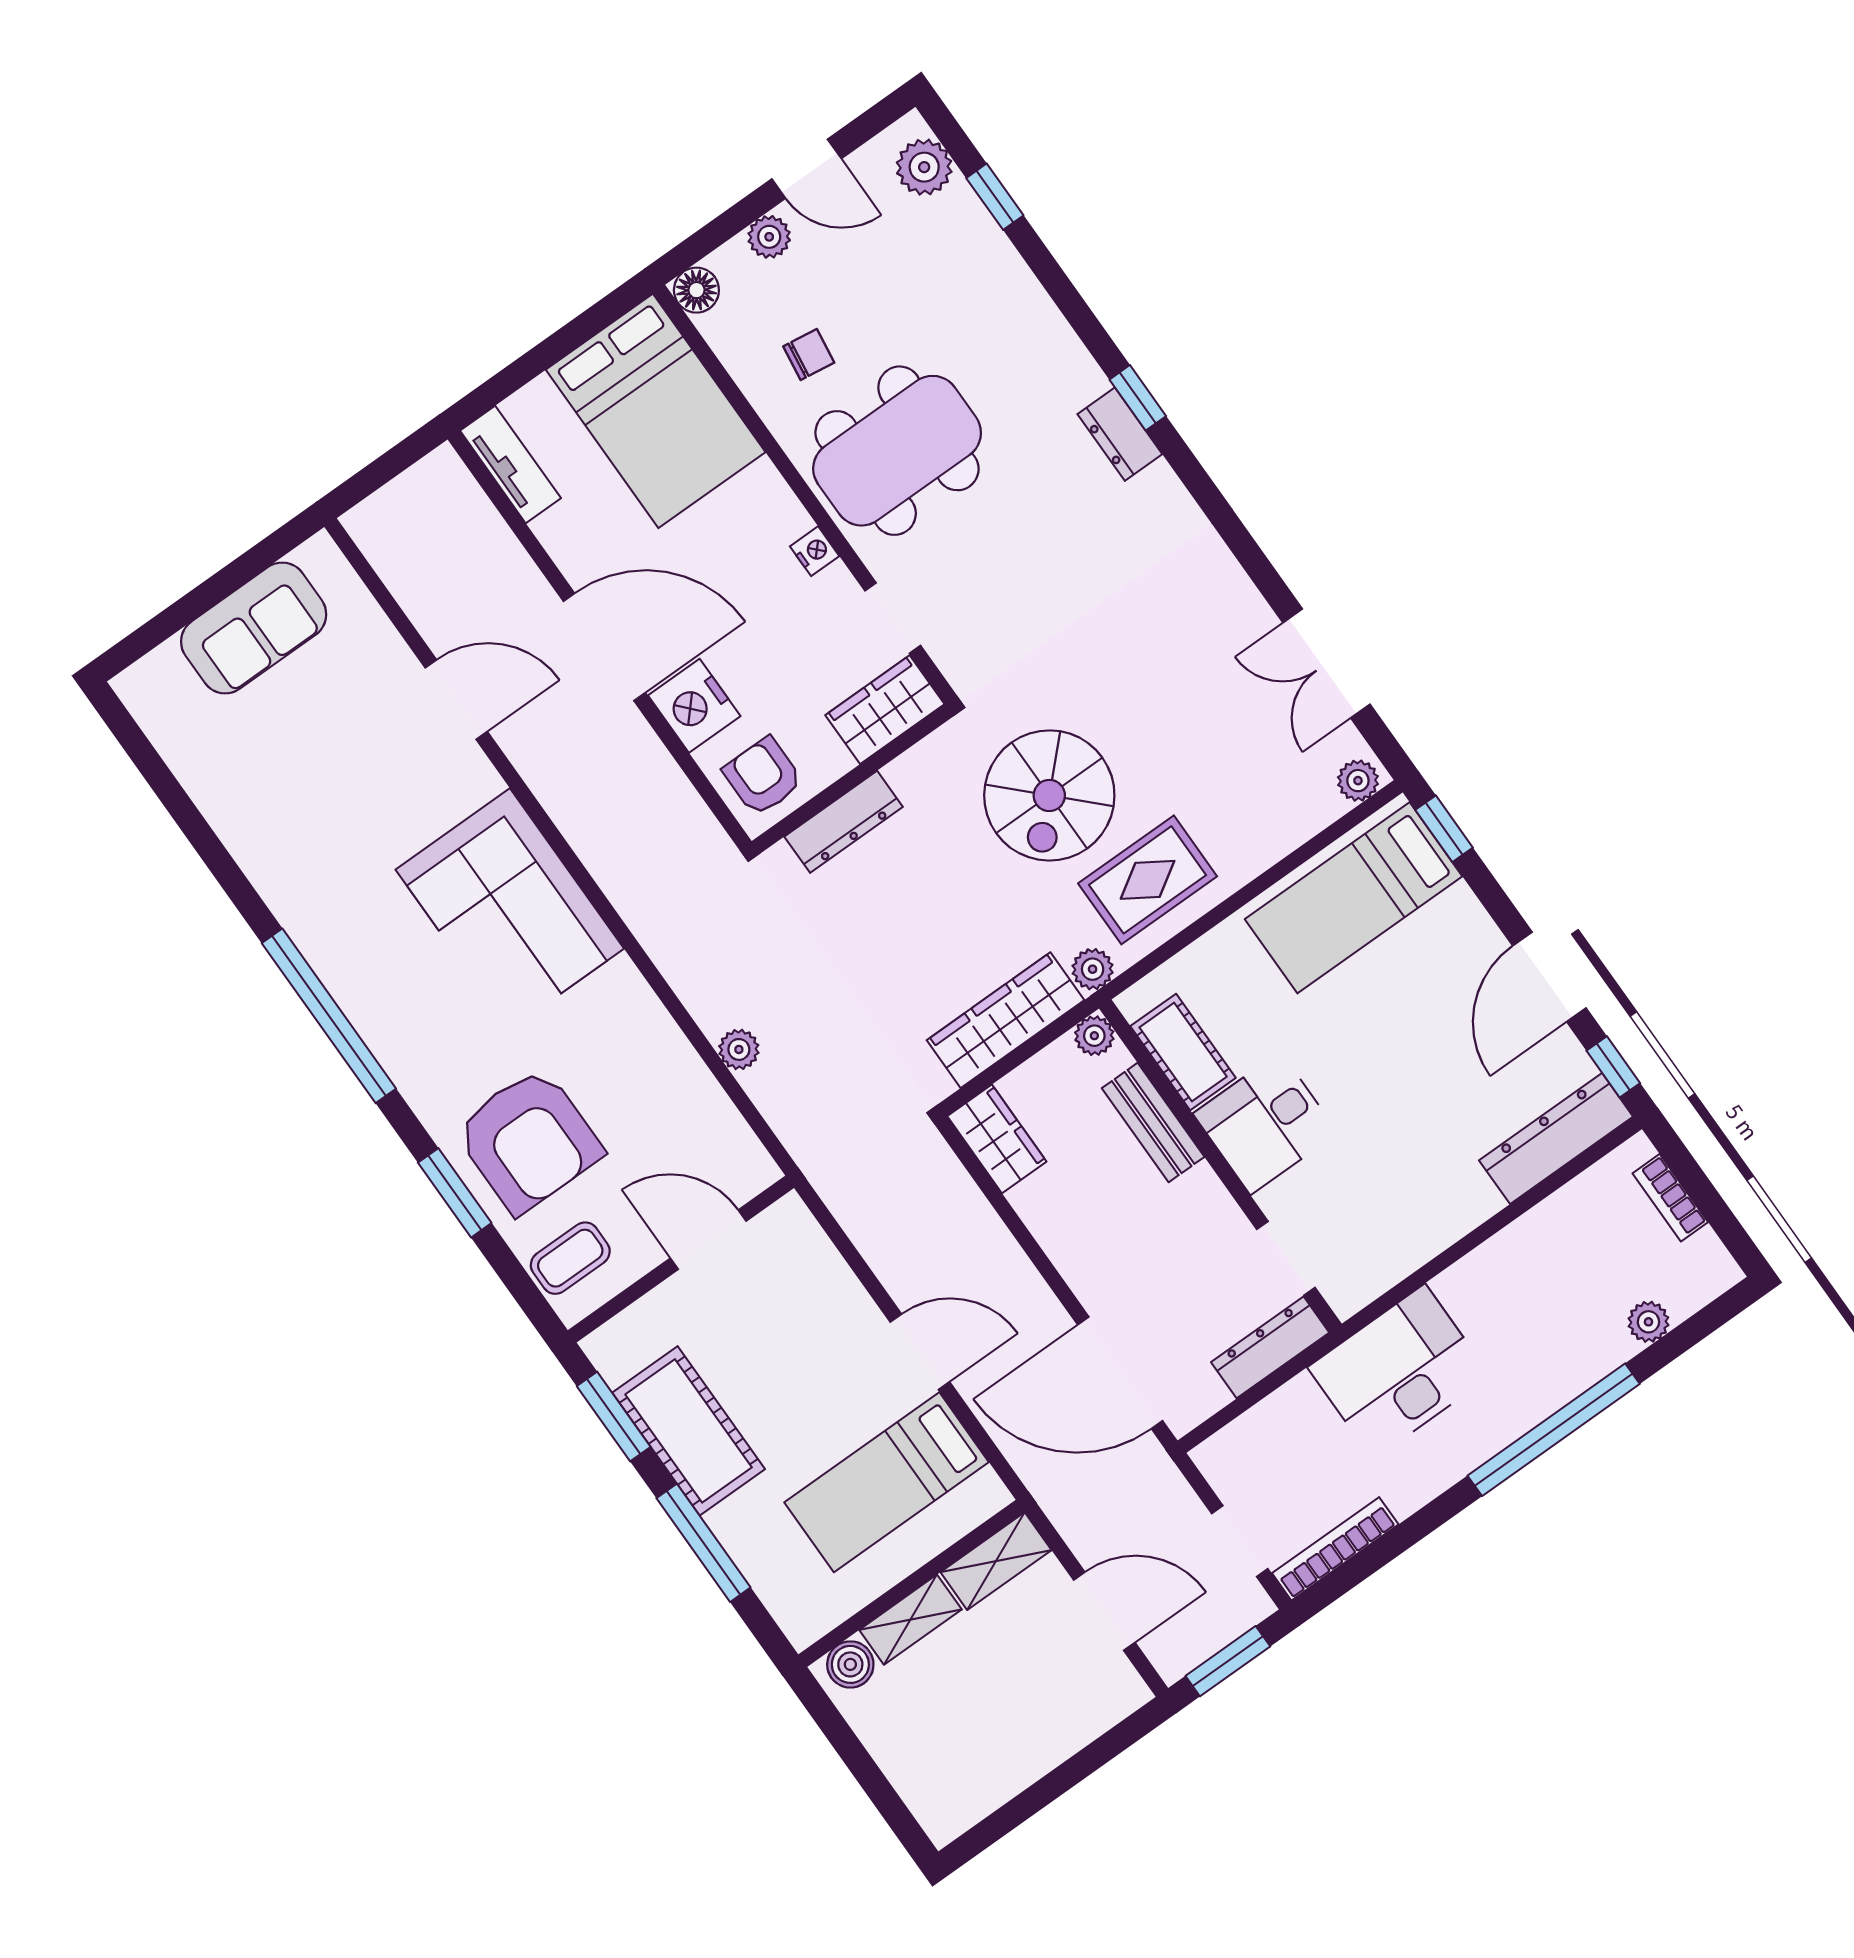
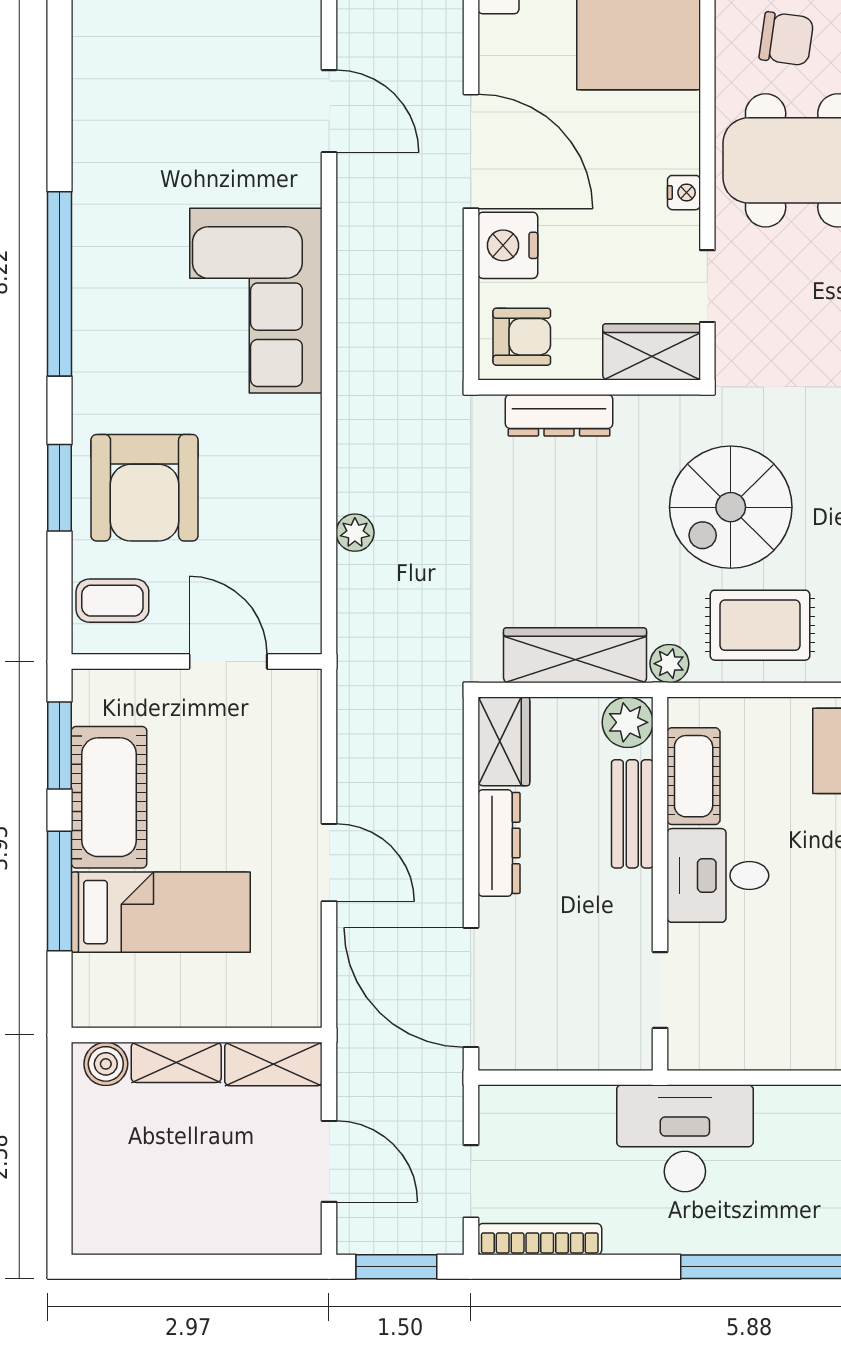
chair: (809, 355) -> (786, 39), width x1.37, depth x1.37
armchair: (763, 776) -> (522, 337), turned 90
plant: (1094, 1036) -> (628, 722), width x1.38, depth x1.38
dresser: (1270, 1347) -> (499, 843), moved, turned 90
bed: (887, 1482) -> (161, 912), moved, turned 180

